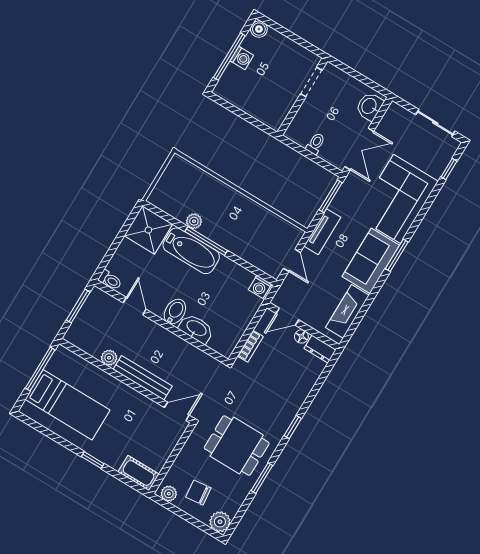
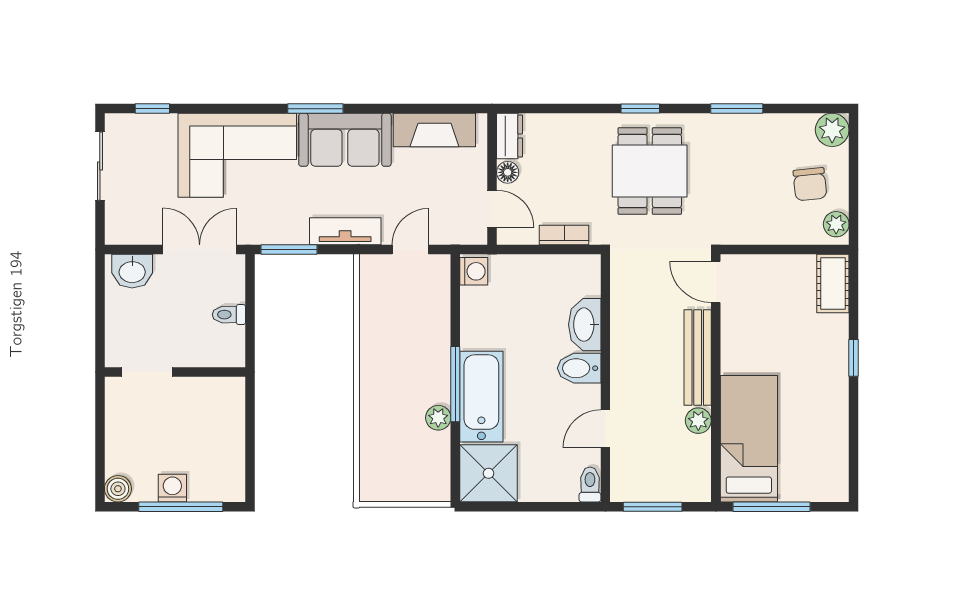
bed: (68, 405) -> (749, 439), moved
dining table: (237, 446) -> (650, 171), moved

